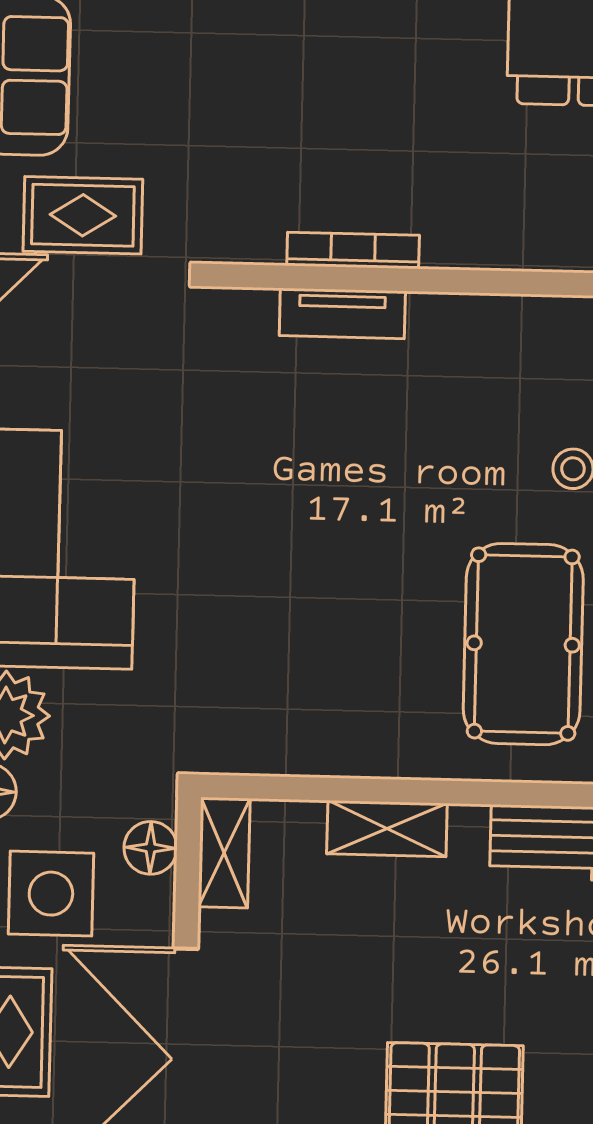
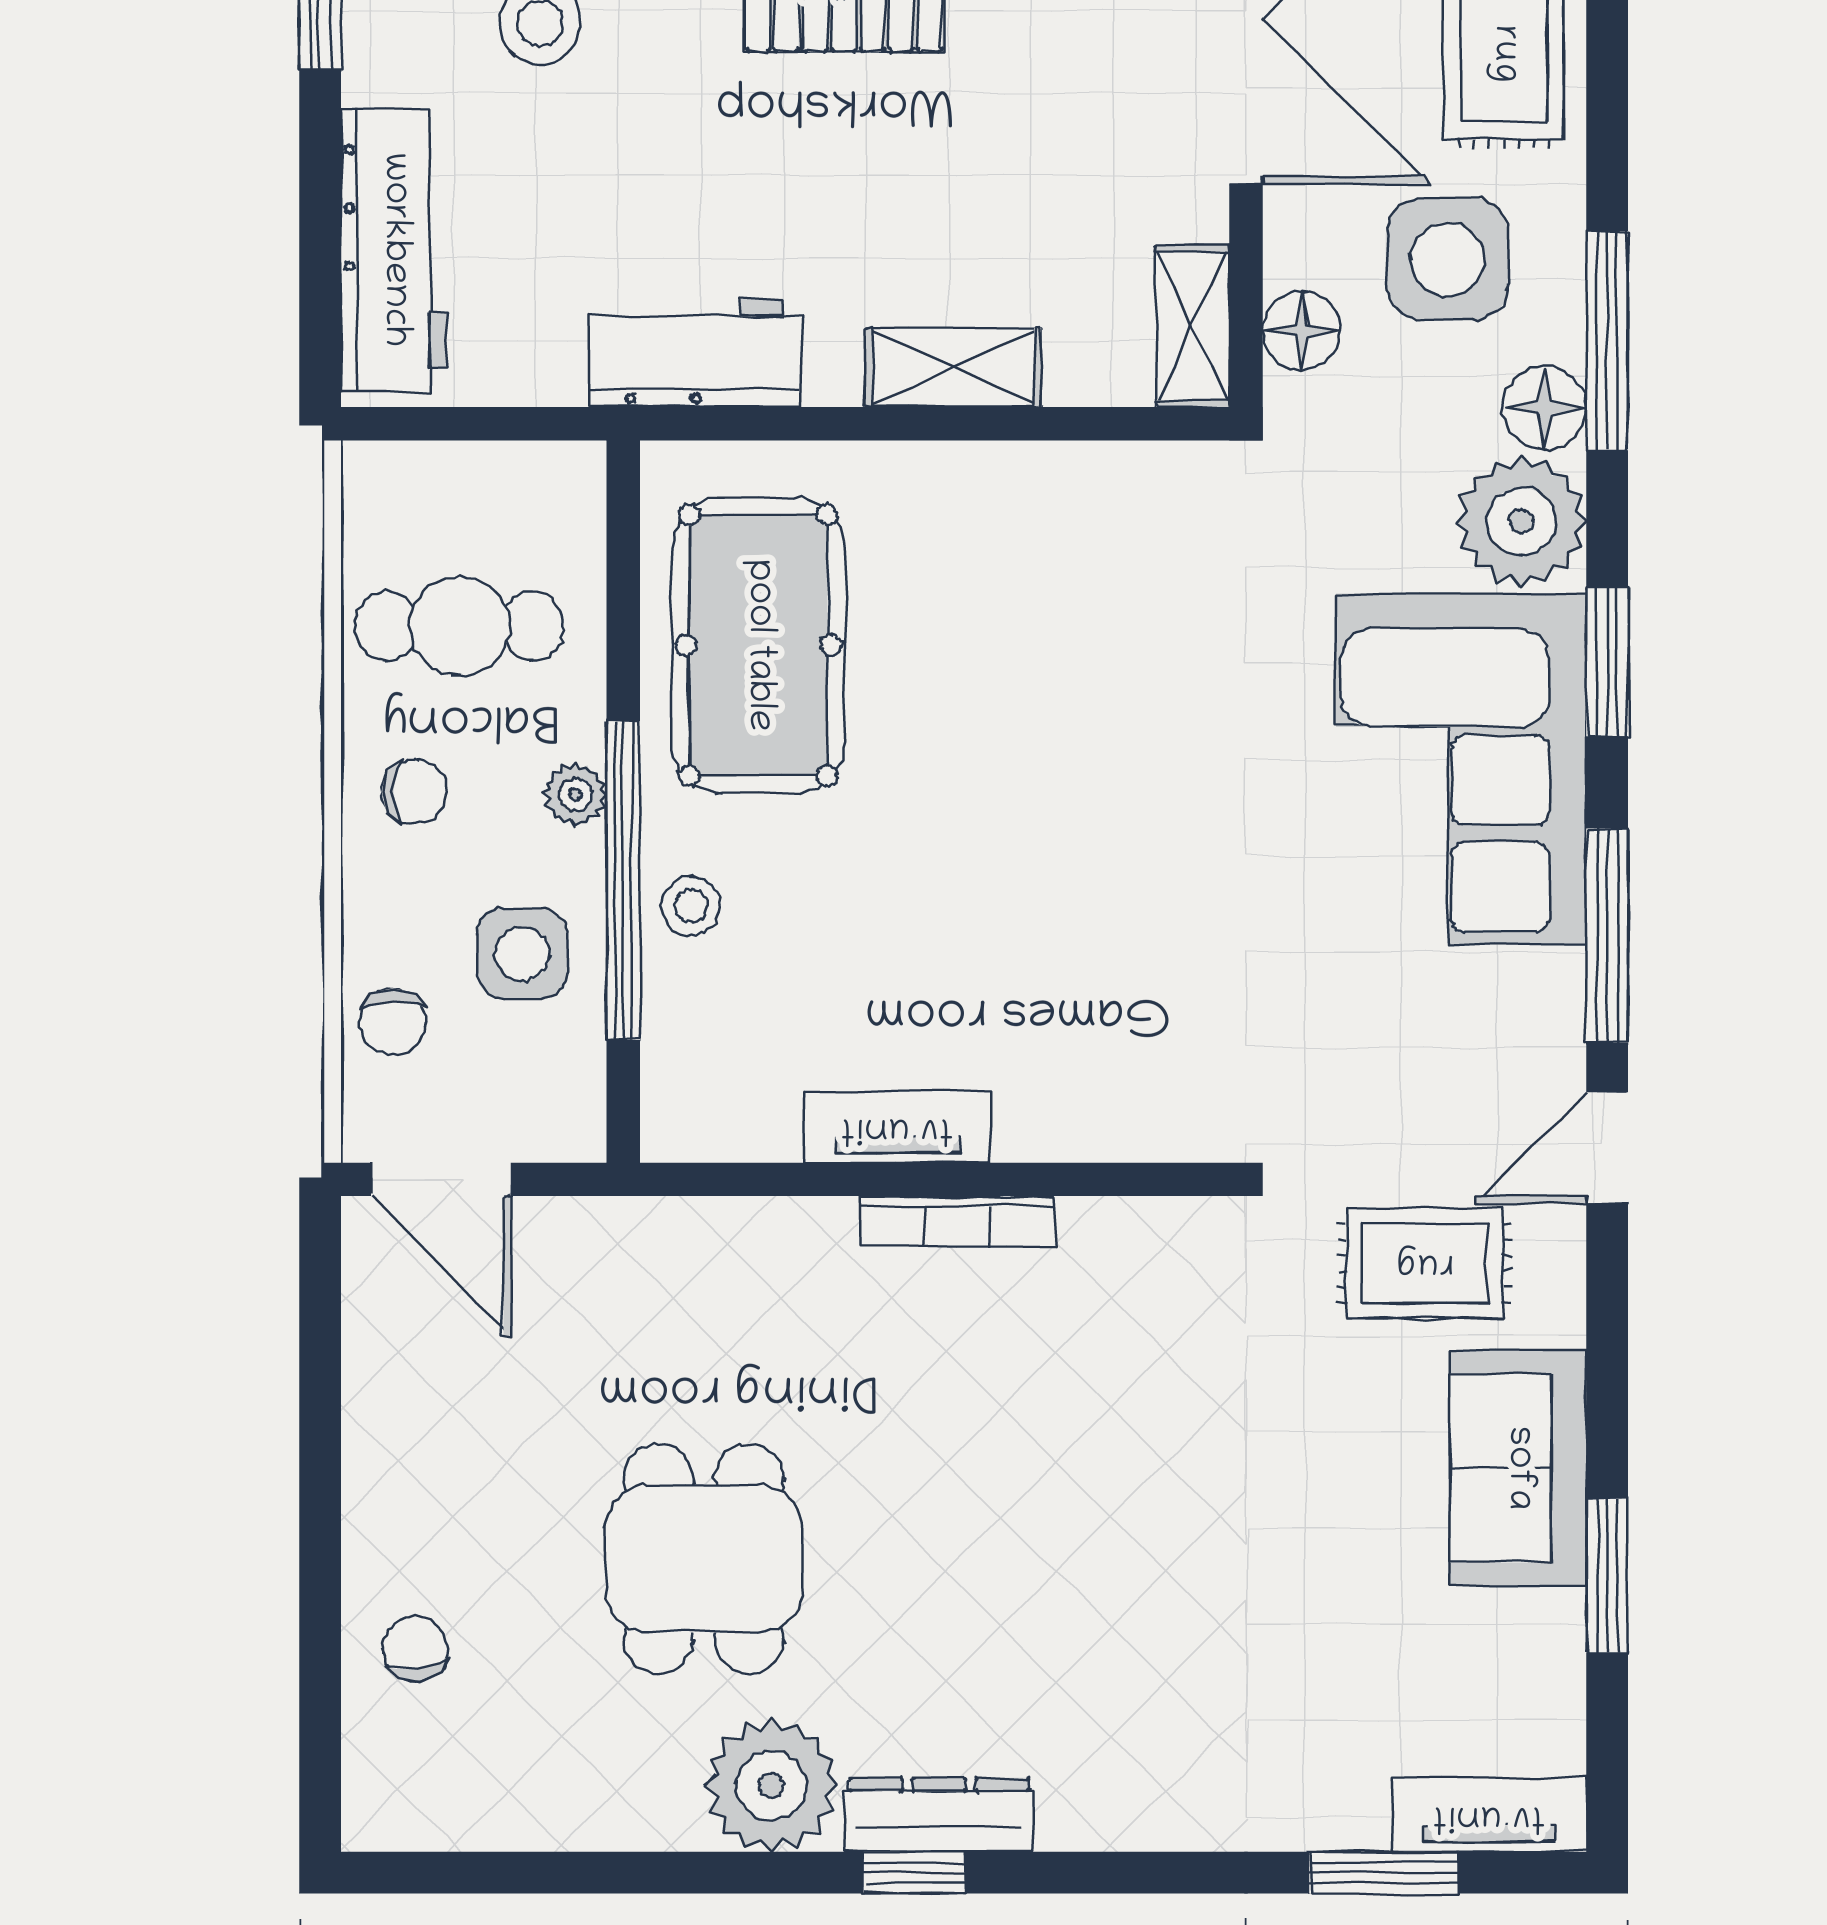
bookcase: (353, 250) -> (957, 1221), moved
tv unit: (342, 313) -> (897, 1127), moved

